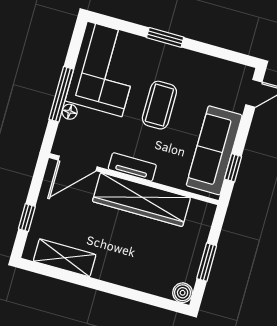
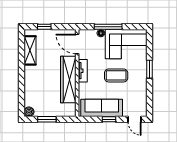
window: (233, 168) -> (109, 119), moved

